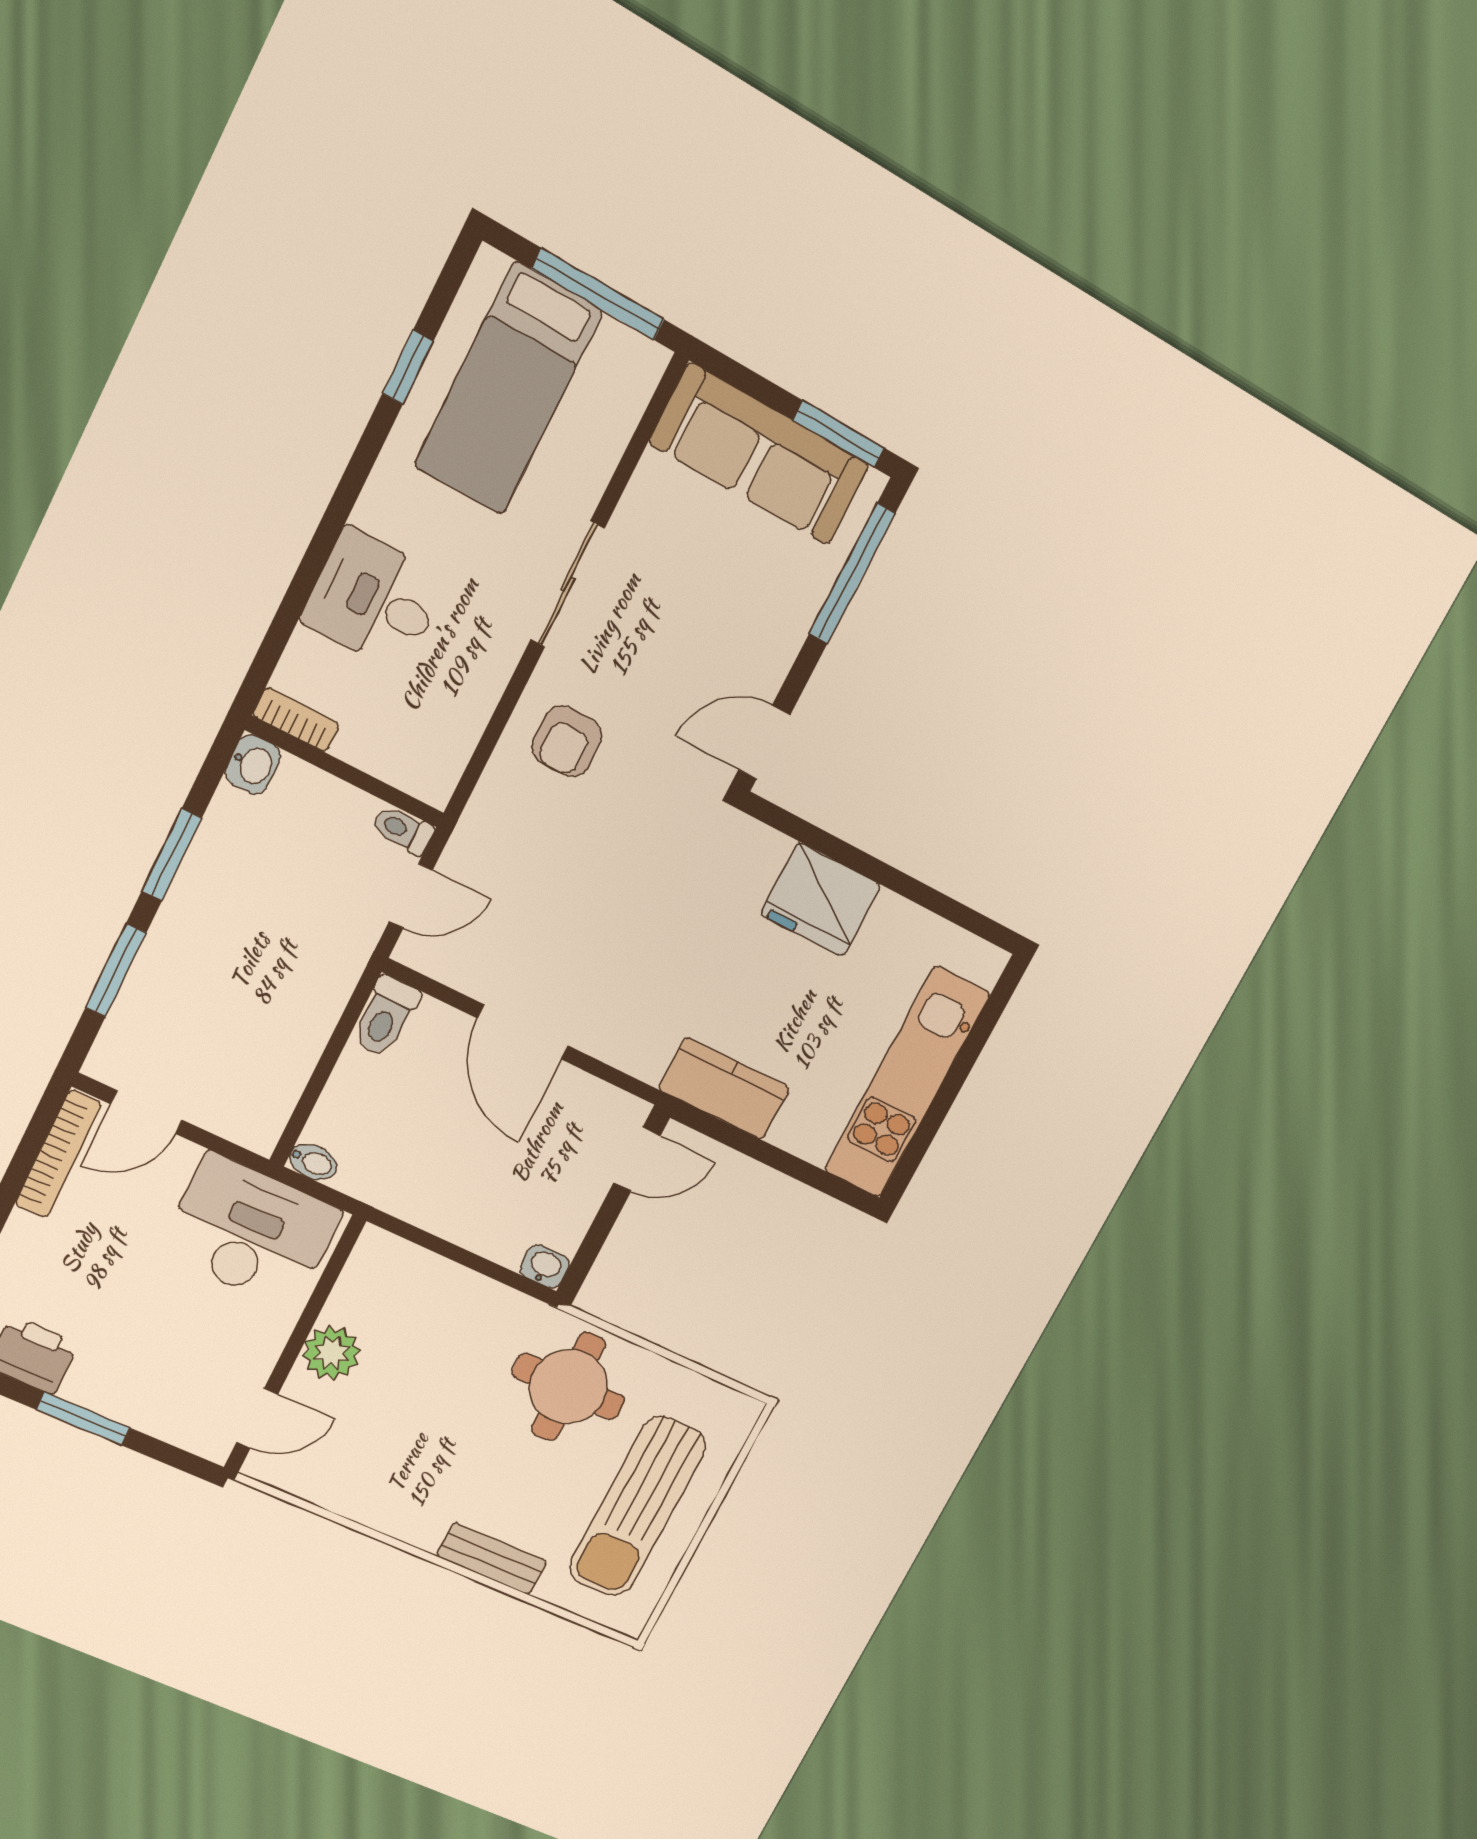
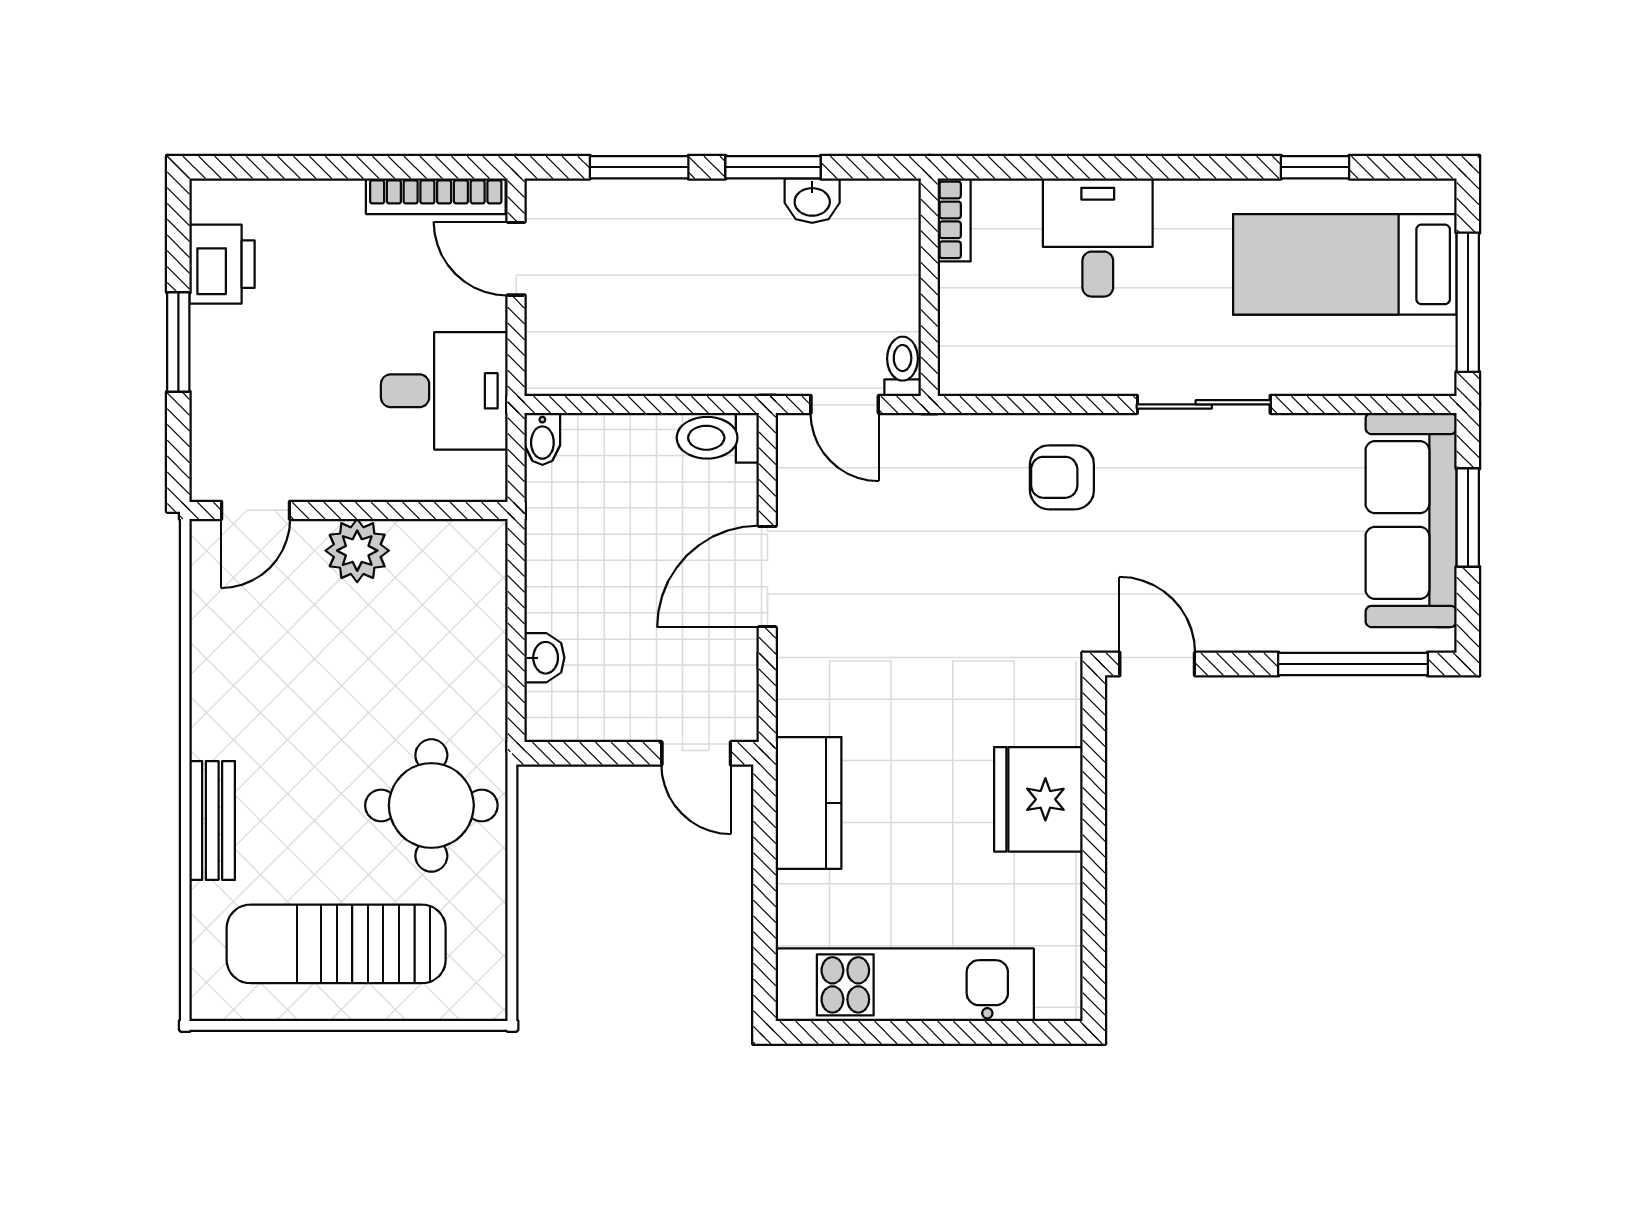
window: (839, 434) -> (1468, 518), moved
washbasin: (253, 764) -> (812, 201), moved
desk: (251, 1232) -> (444, 391), width x0.73
washbasin: (545, 1266) -> (544, 658), moved
door: (257, 1418) -> (256, 510), hinge flipped

